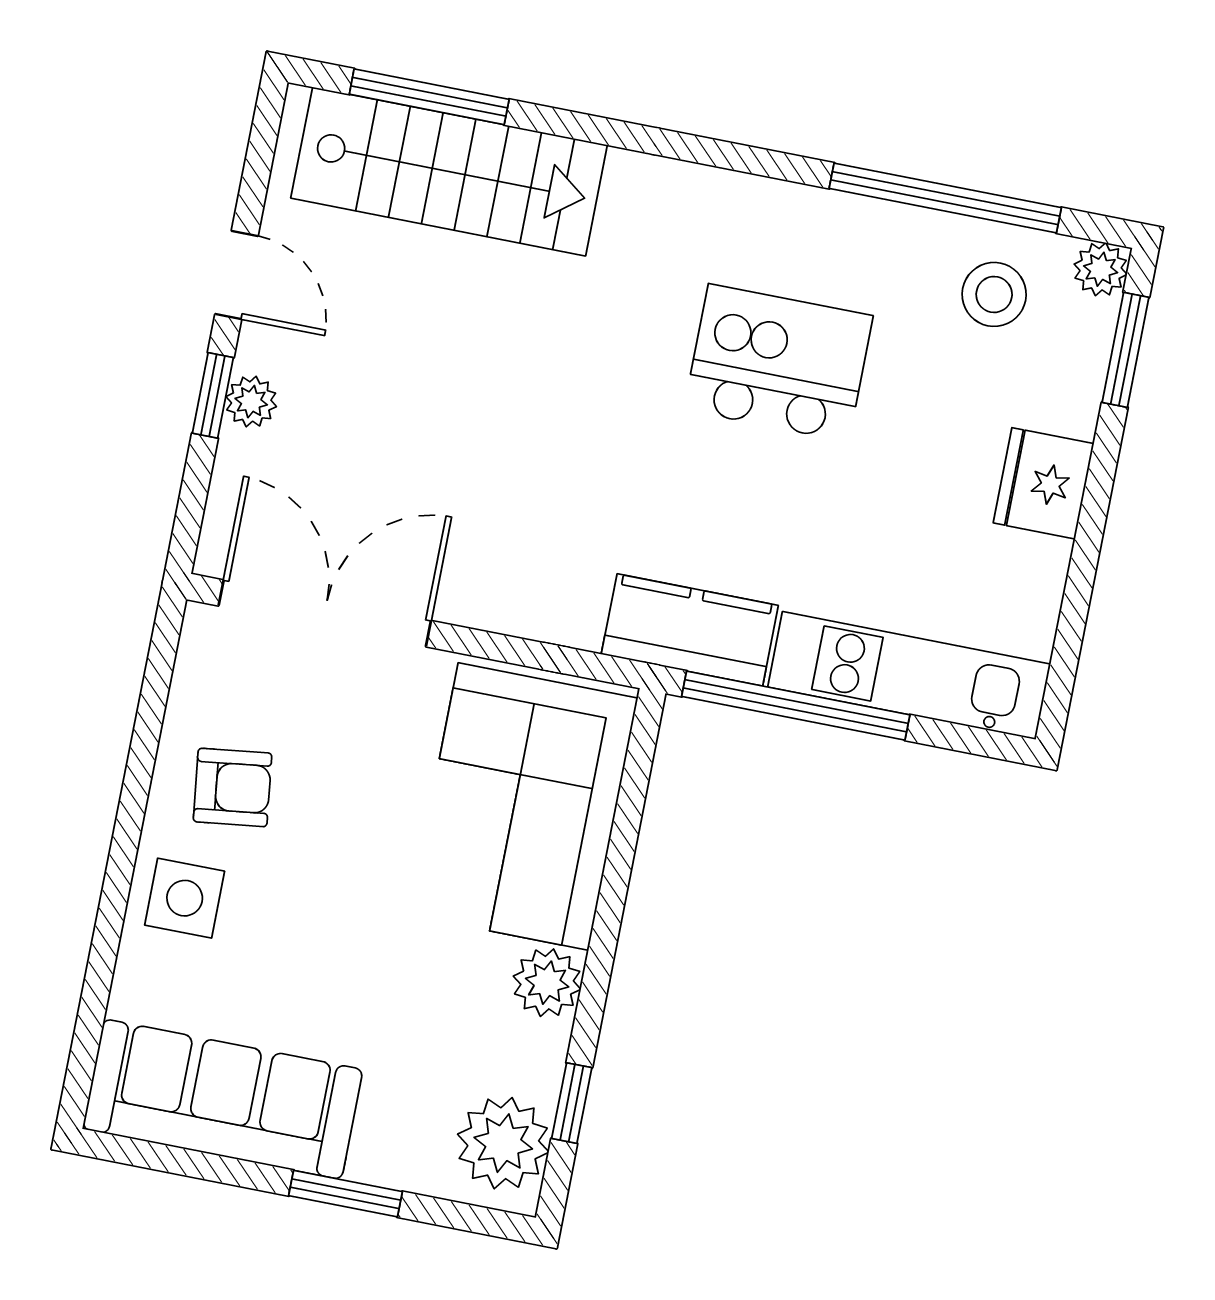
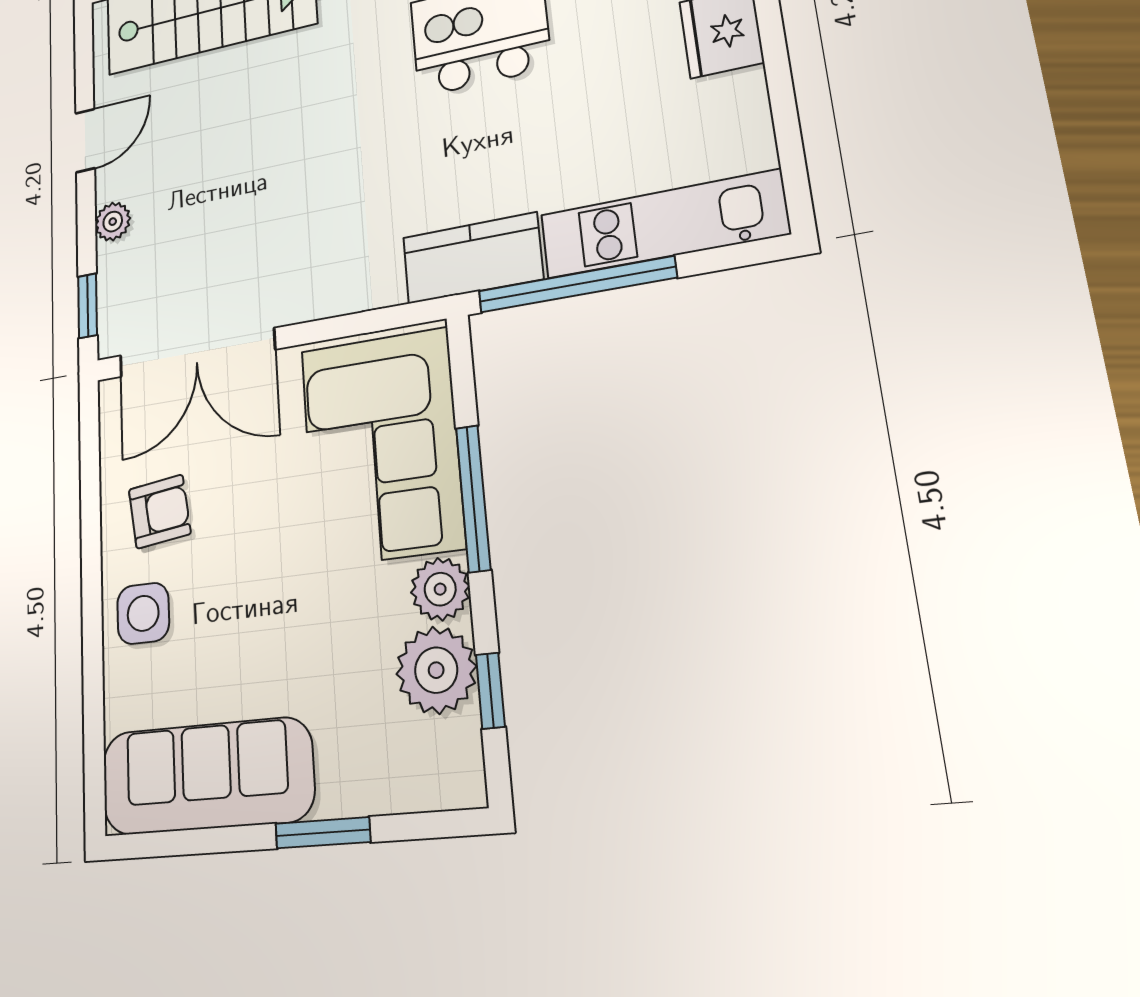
door: (237, 275) -> (85, 141), hinge flipped
window: (213, 395) -> (88, 306), moved
double door: (325, 613) -> (196, 353), swing flipped
window: (612, 898) -> (473, 498), added
plant: (503, 1143) -> (436, 670), moved

